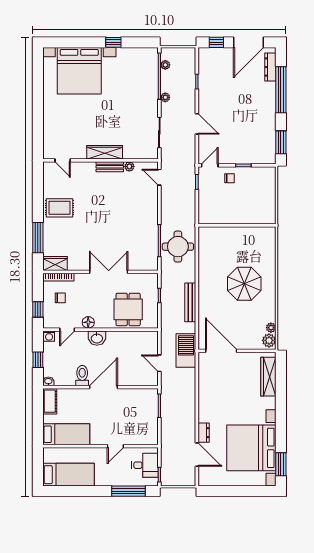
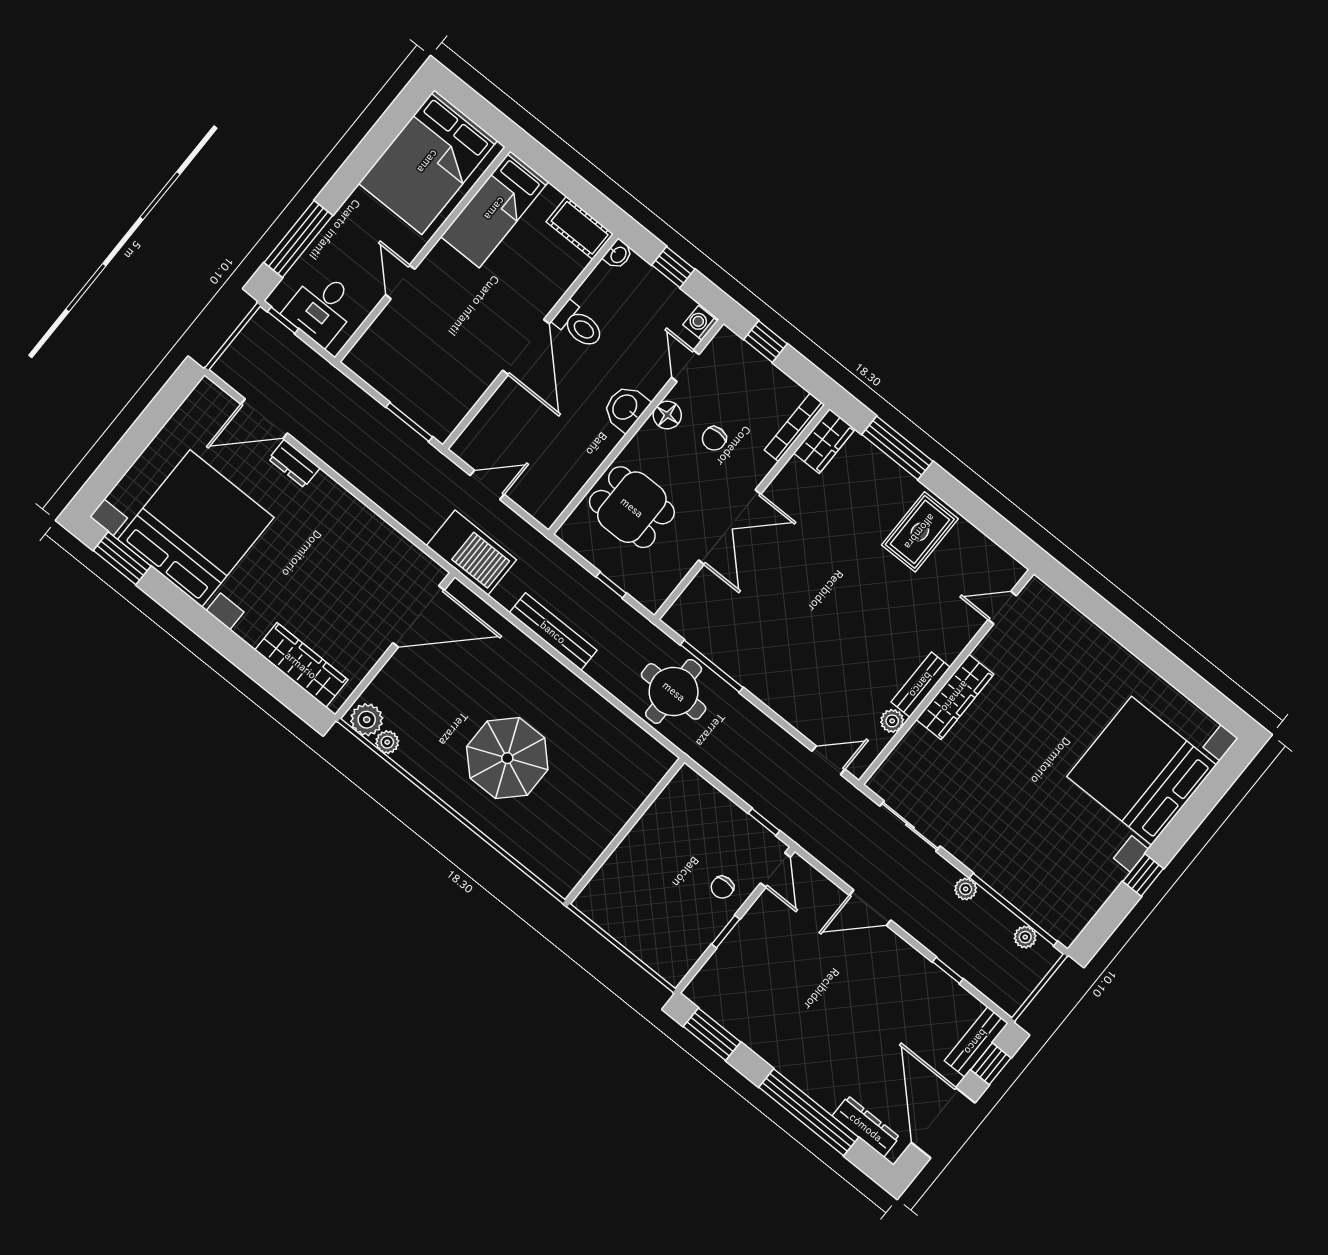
bench: (213, 53) -> (976, 1042), added
chair: (60, 298) -> (714, 438), moved
bed: (68, 475) -> (428, 162), width x1.50

